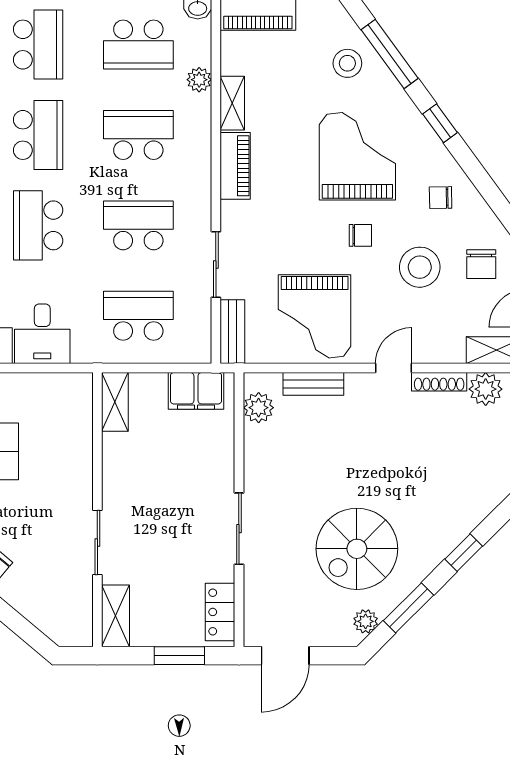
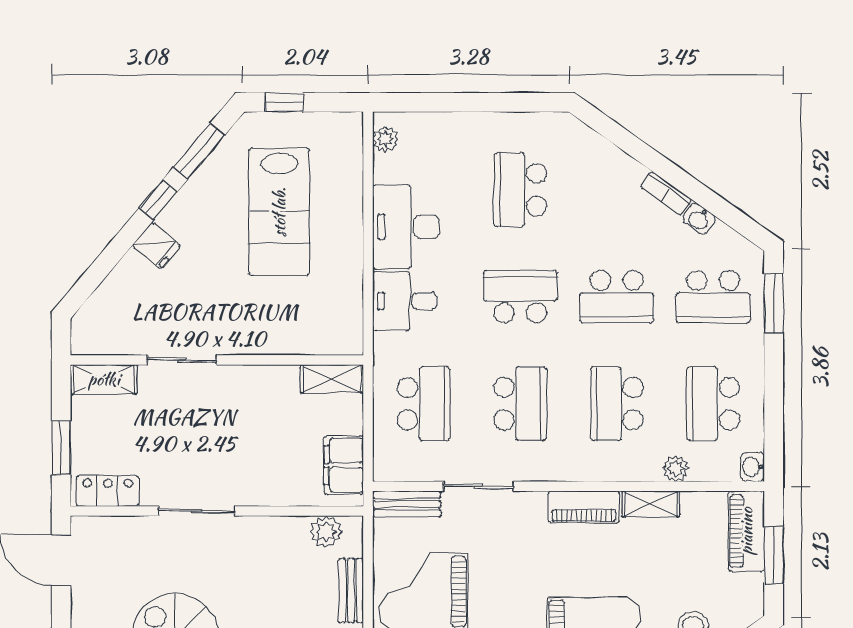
school desk: (138, 135) -> (617, 404), turned 180

